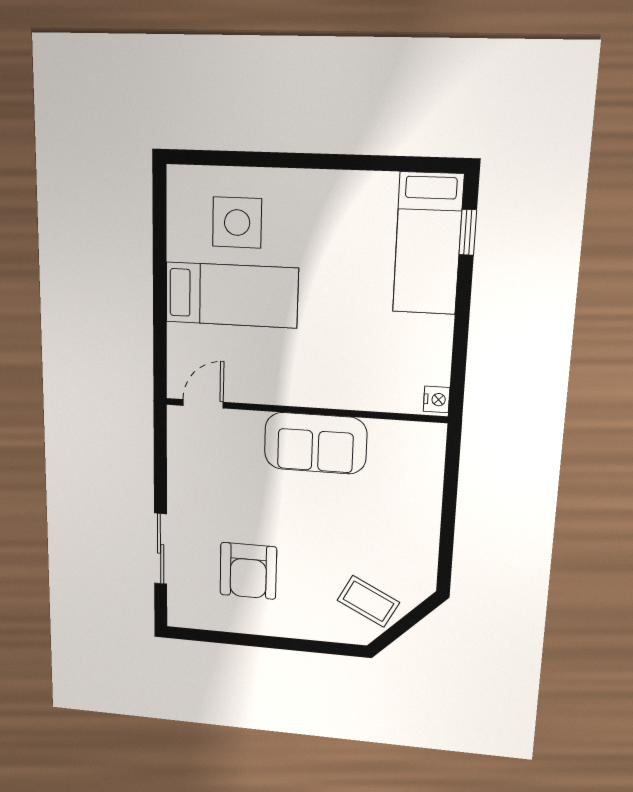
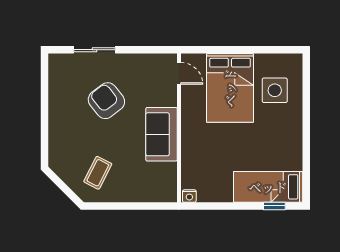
bed: (231, 295) -> (230, 88), width x1.50
armchair: (248, 571) -> (106, 101), moved, turned 52
coffee table: (368, 601) -> (98, 173), moved

